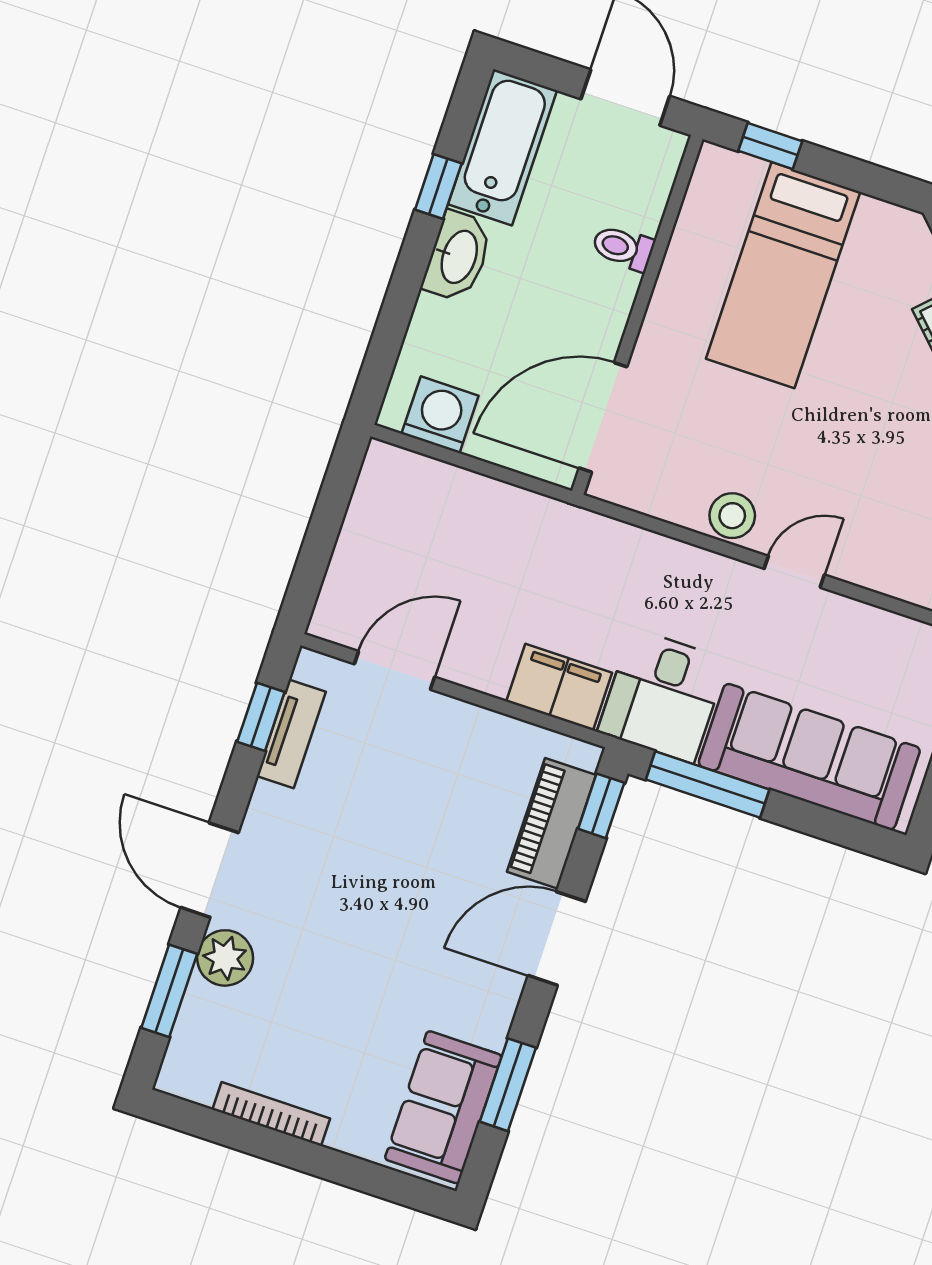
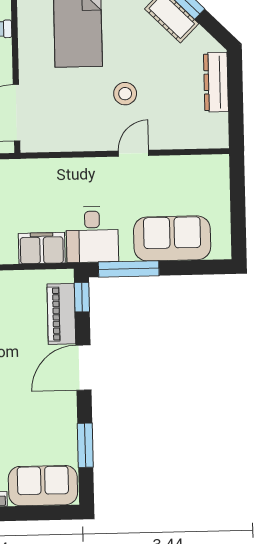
stool: (732, 516) -> (125, 94), moved
sofa: (809, 757) -> (172, 238), width x0.73
sofa: (443, 1107) -> (43, 486), moved, turned 90

